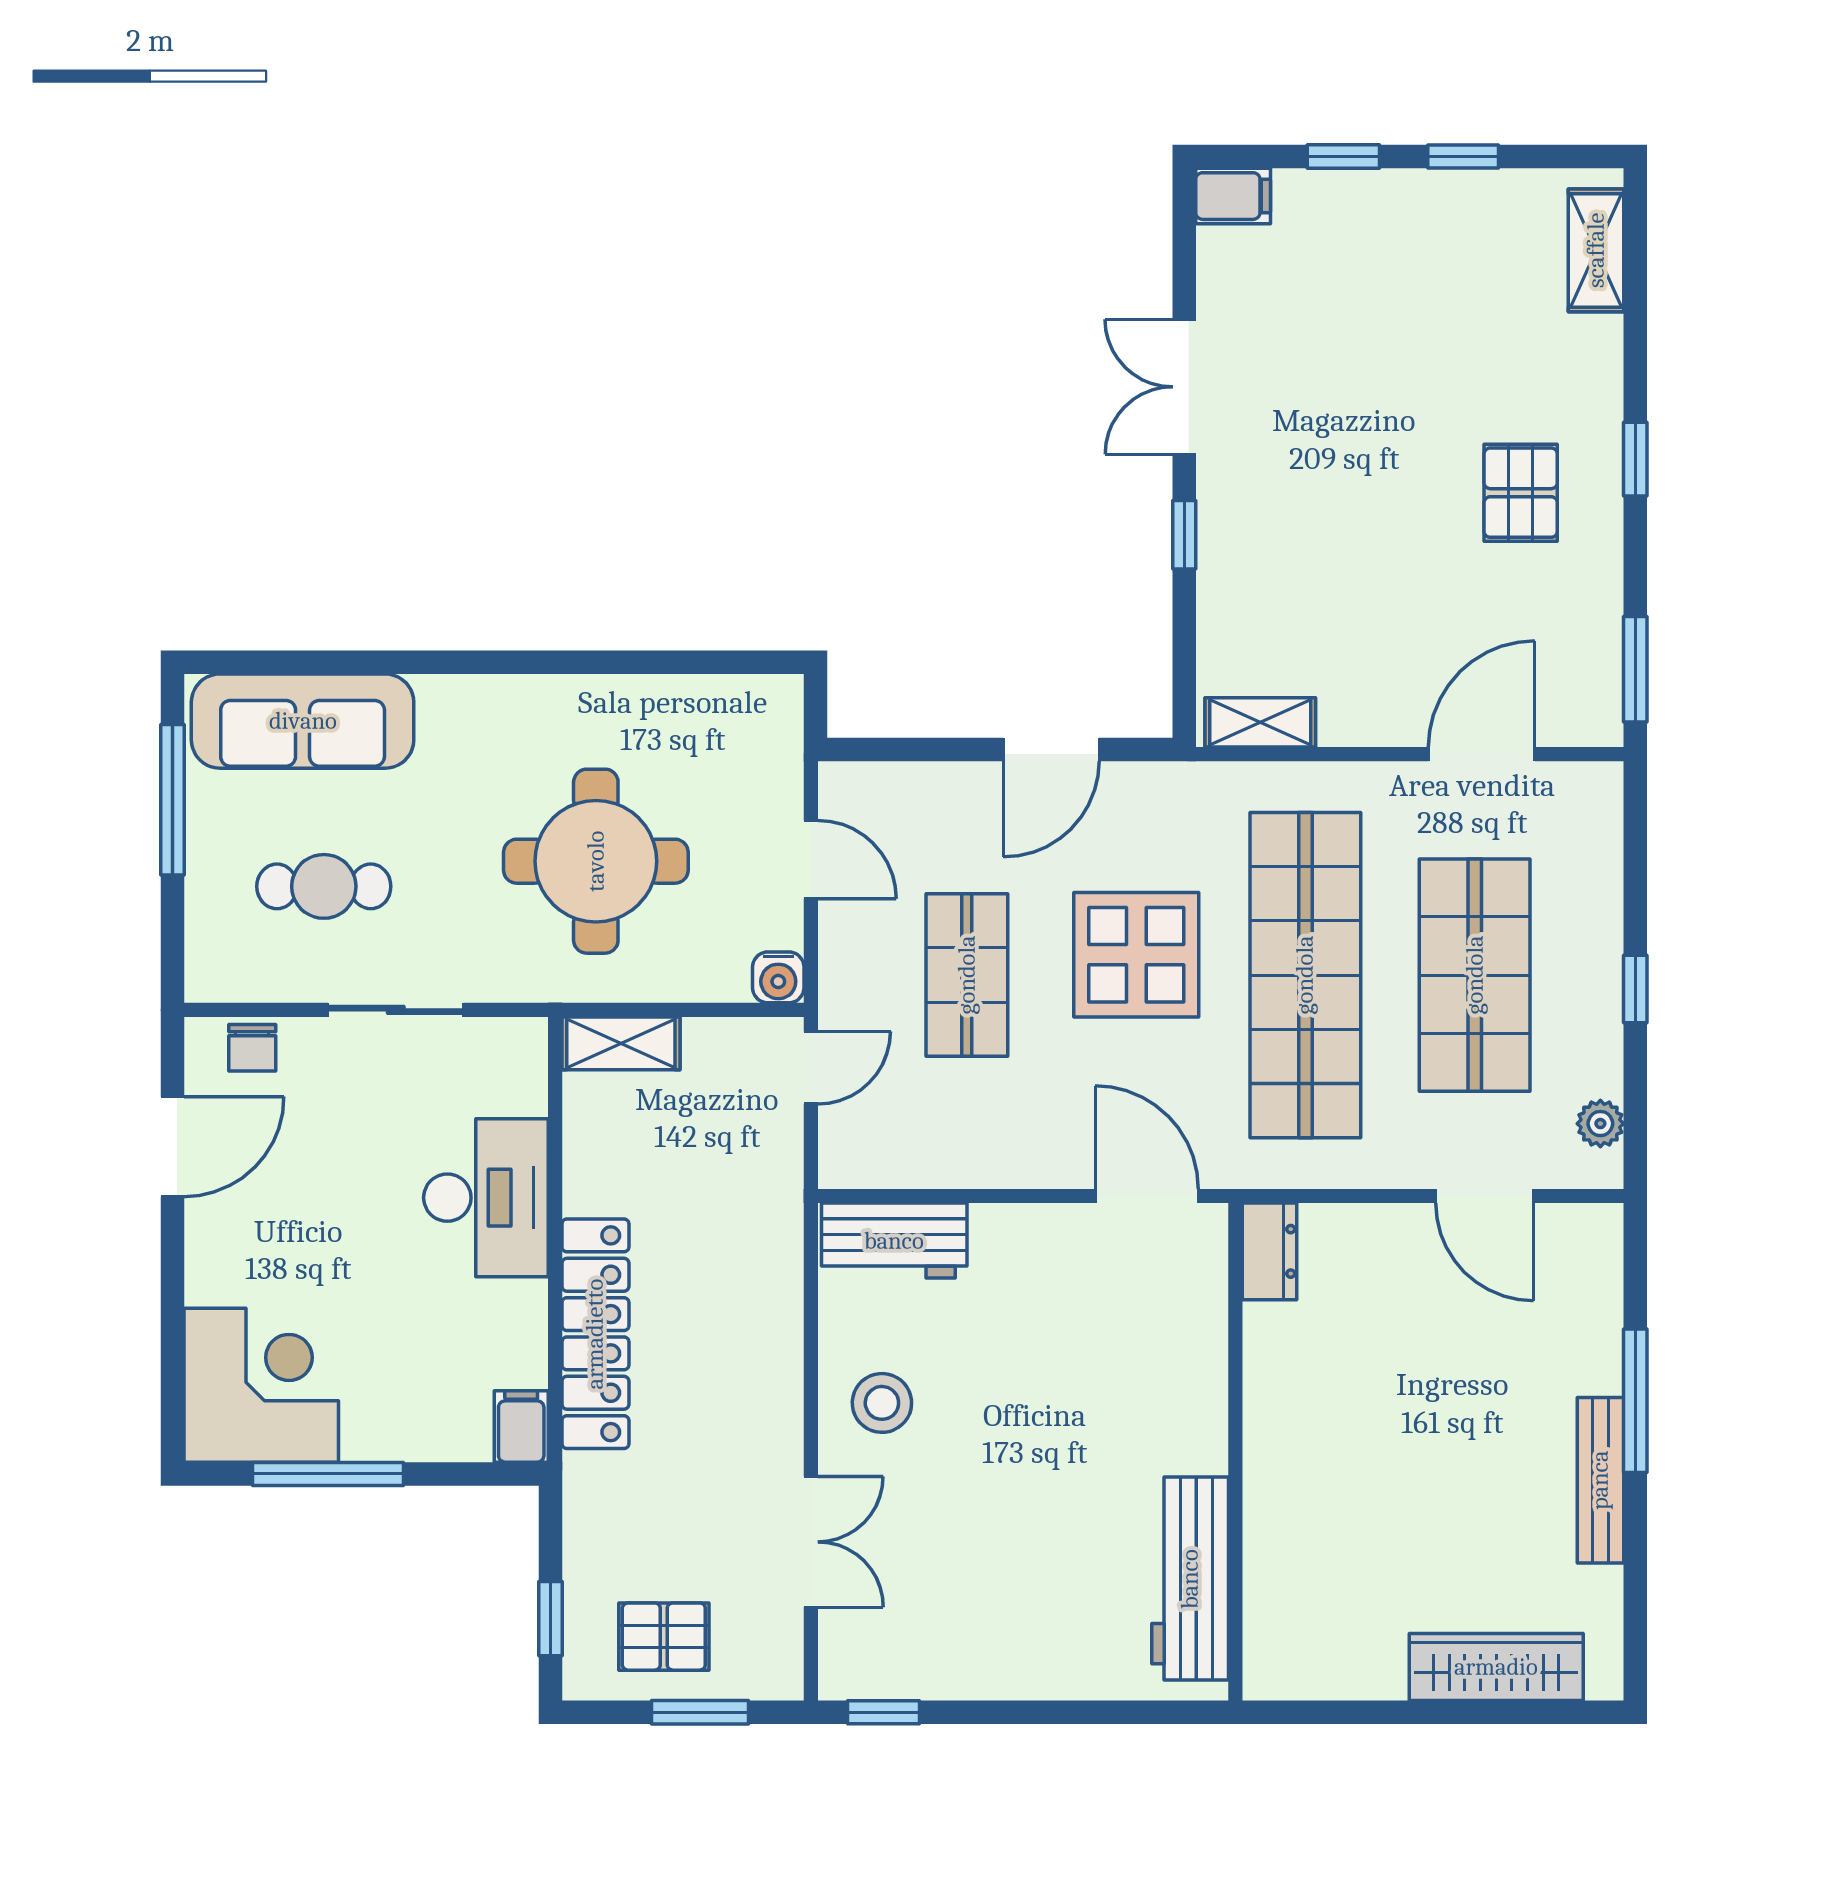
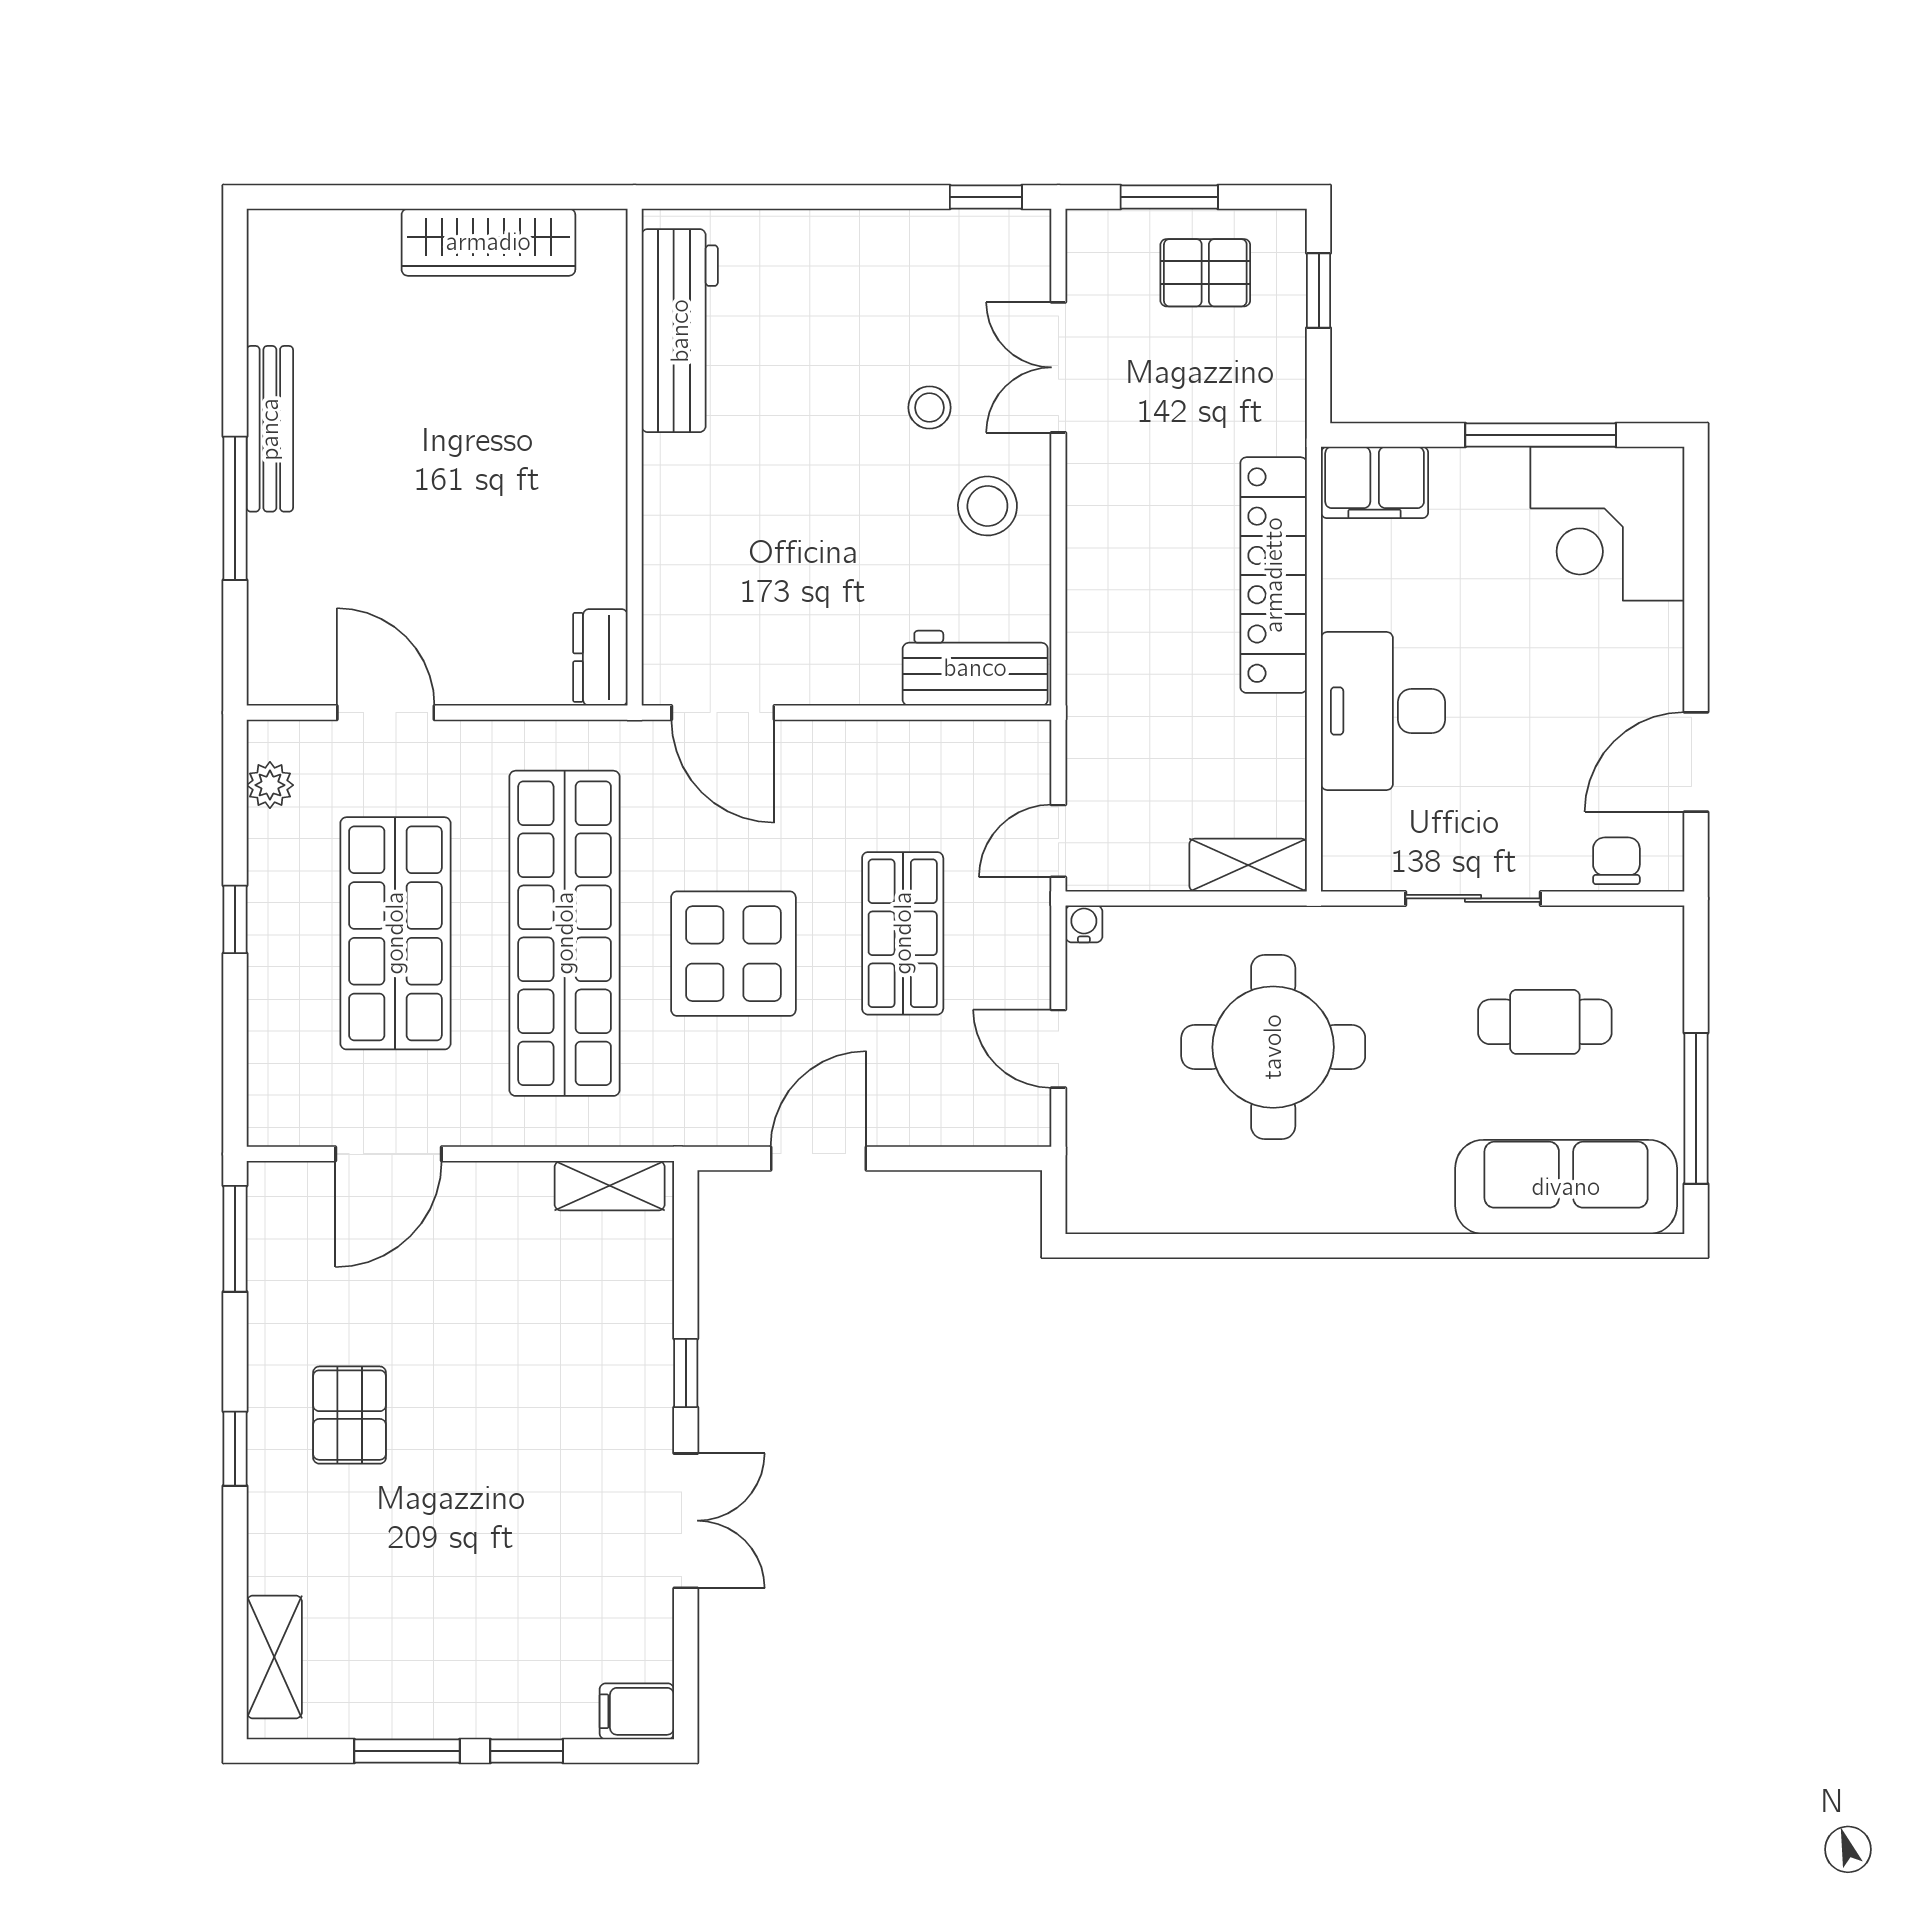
window: (1463, 156) -> (407, 1751), width x1.50
water cooler: (778, 977) -> (1084, 924), width x0.72, depth x0.72
filing cabinet: (521, 1426) -> (1375, 482), width x2.00
stool: (940, 1502) -> (929, 408), added
wardrobe: (1496, 1667) -> (488, 242), moved

